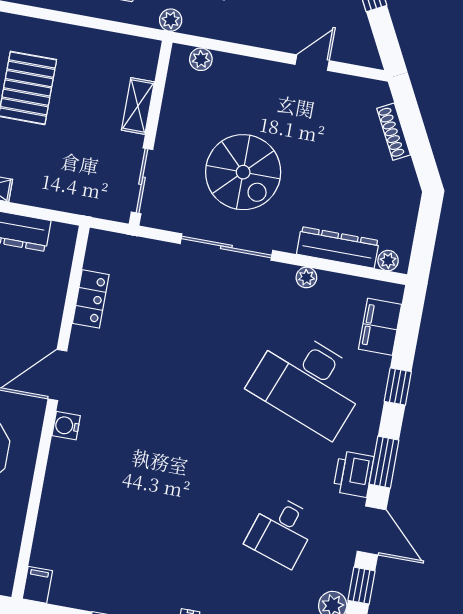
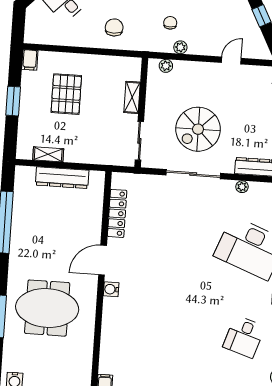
plant: (171, 20) -> (180, 47), moved
spiral stairs: (243, 172) -> (198, 129), turned 90
locker: (91, 299) -> (117, 213), width x1.53

